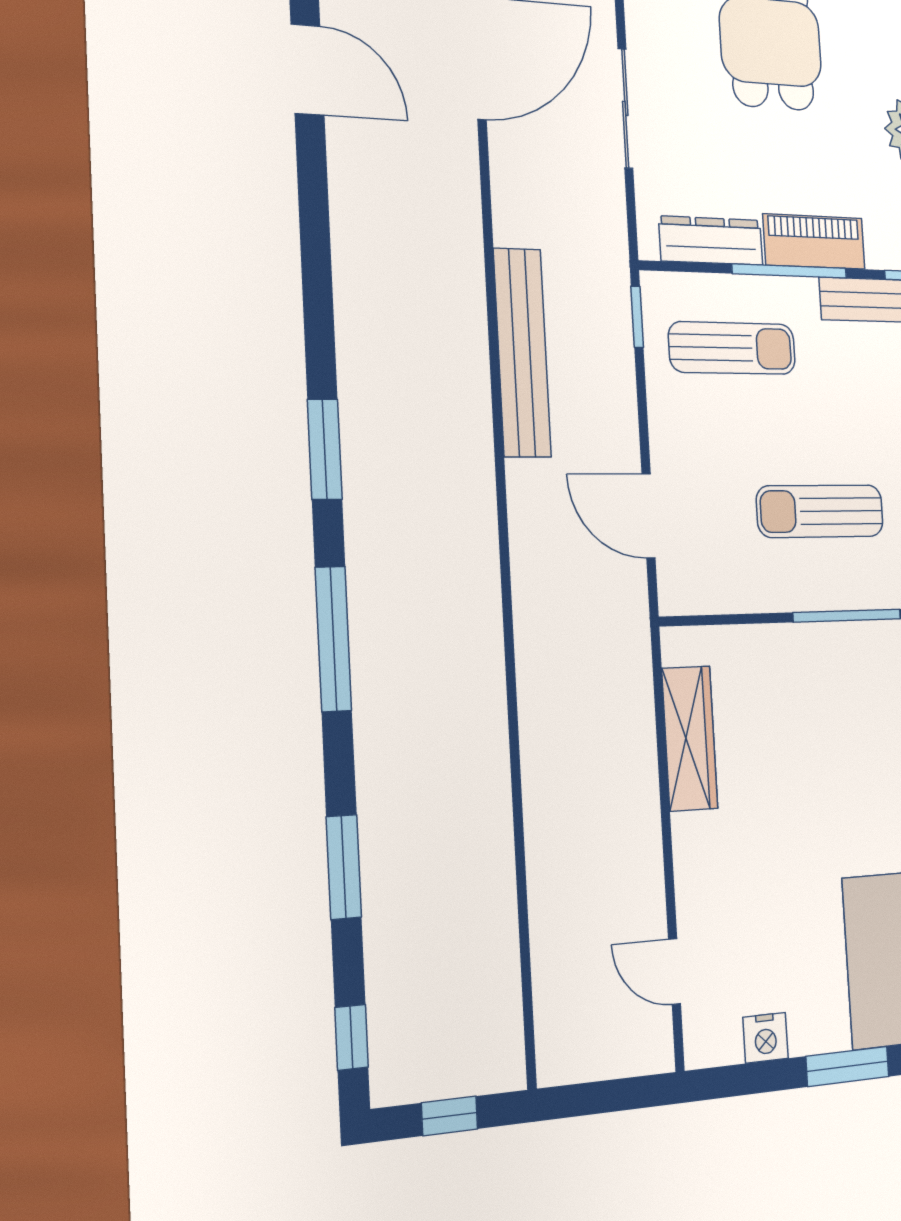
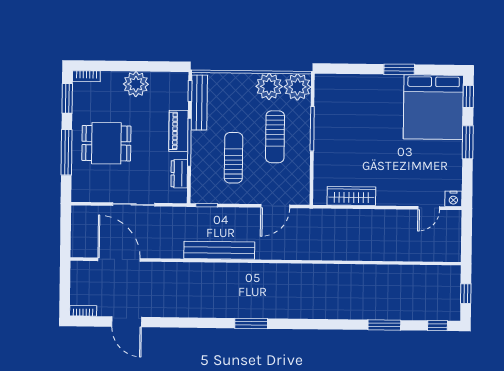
door: (307, 70) -> (127, 322), swing flipped
dresser: (711, 241) -> (179, 174), width x0.70
sun lounger: (732, 348) -> (234, 158), moved
window: (333, 639) -> (312, 324), removed
nightstand: (766, 1038) -> (453, 199), moved, turned 90

